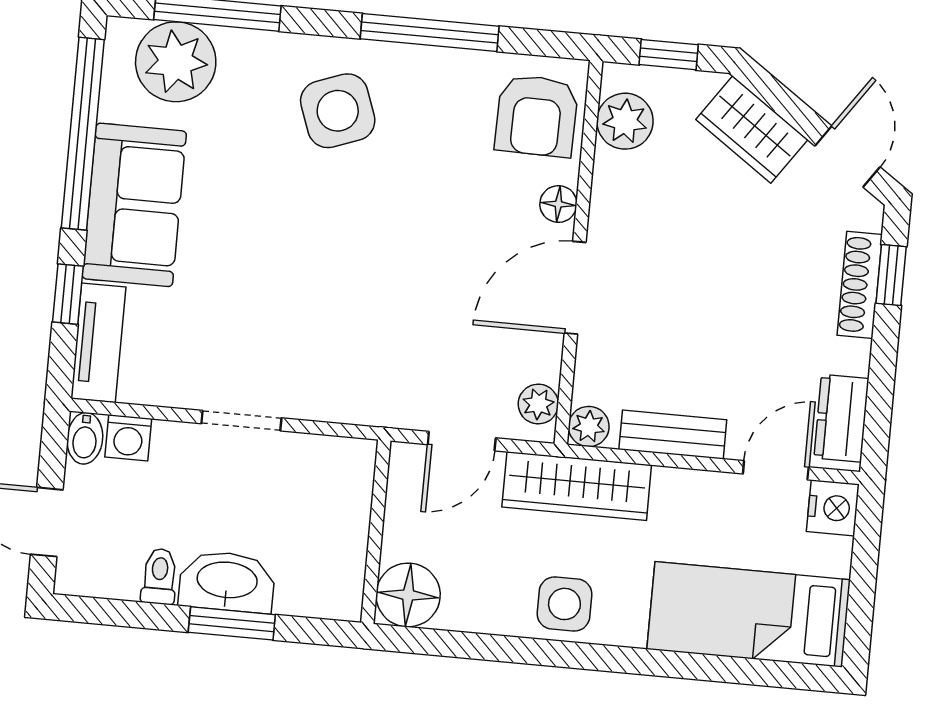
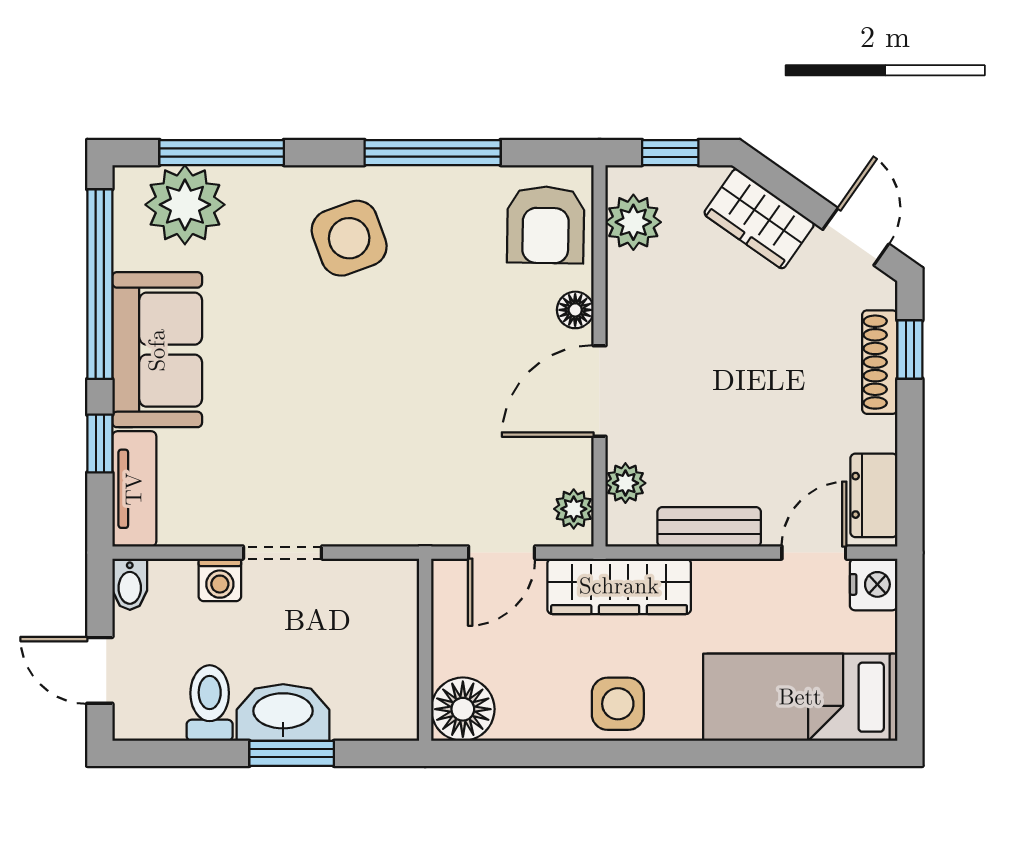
plant: (589, 427) -> (625, 483), moved
washing machine: (128, 438) -> (220, 580), moved
toilet: (159, 576) -> (210, 703), width x1.37, depth x1.39

